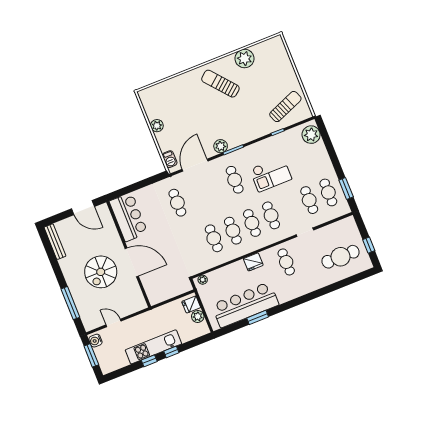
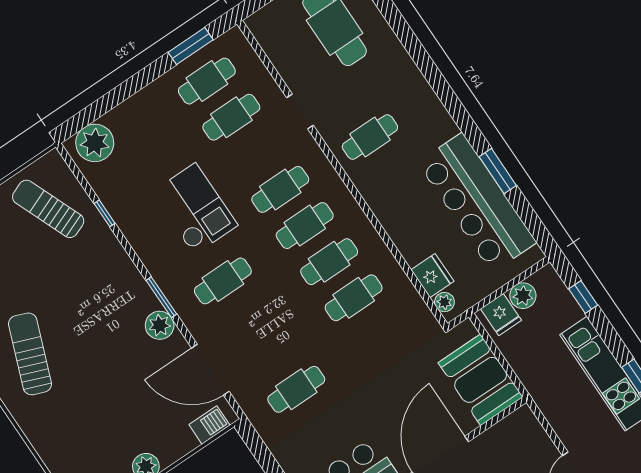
sun lounger: (220, 84) -> (30, 354), turned 151
fridge: (253, 262) -> (432, 276), moved
booth: (163, 289) -> (481, 380), added
window: (171, 352) -> (583, 297), moved

